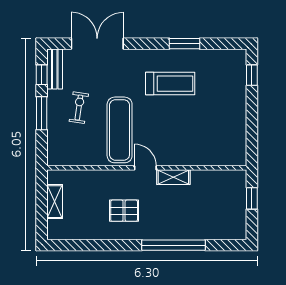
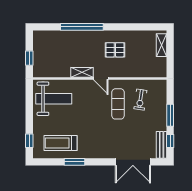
treadmill: (170, 84) -> (60, 143), moved
exercise bike: (79, 108) -> (140, 100), moved
exercise mat: (120, 130) -> (118, 104), width x0.73, depth x0.69
weight bench: (215, 138) -> (54, 99), added
shelving: (55, 202) -> (162, 45), moved

